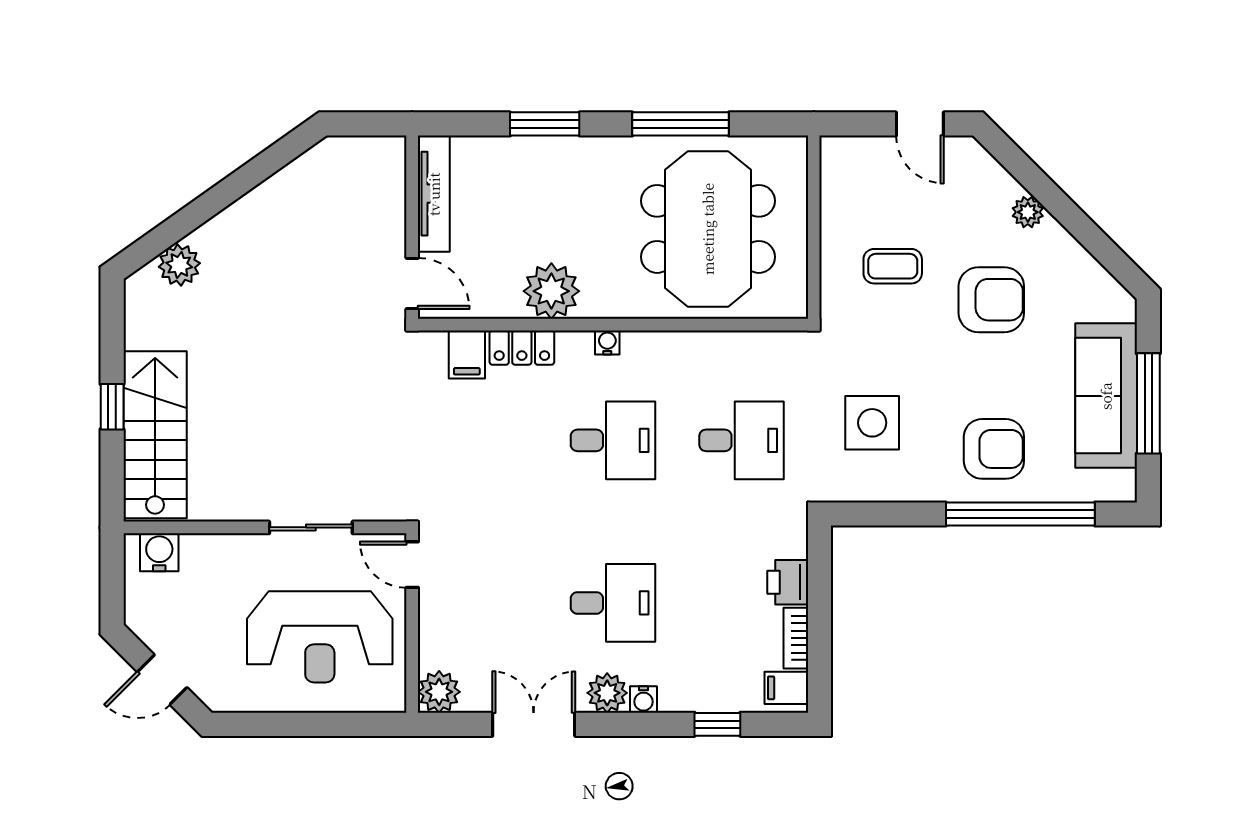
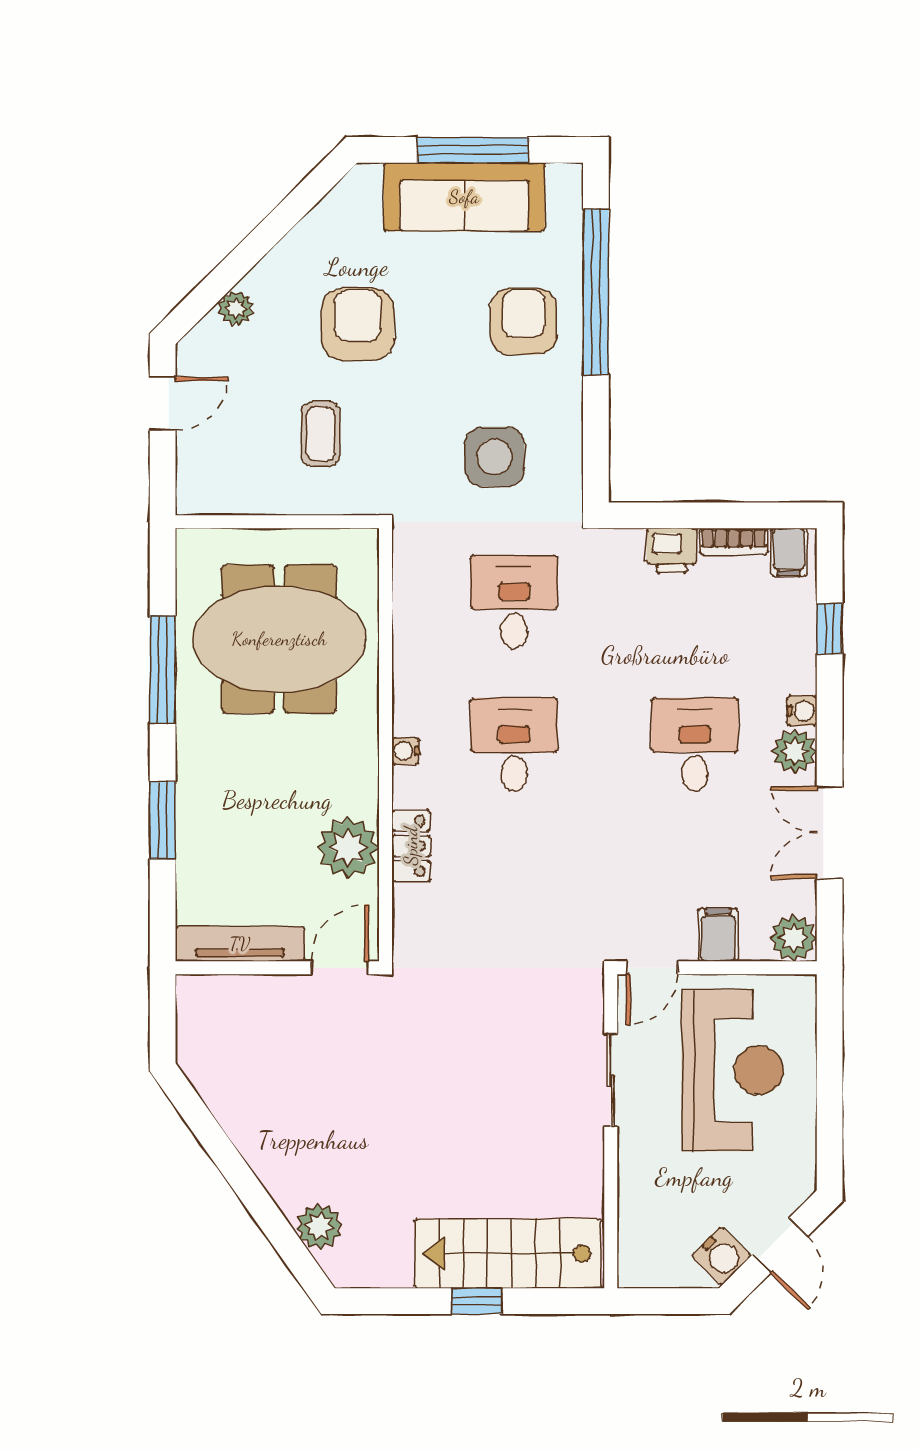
plant: (1028, 212) -> (236, 308), moved
plant: (551, 291) -> (348, 848), moved
filing cabinet: (467, 354) -> (718, 935), moved, turned -90
water cooler: (159, 552) -> (722, 1256), moved, turned -135

